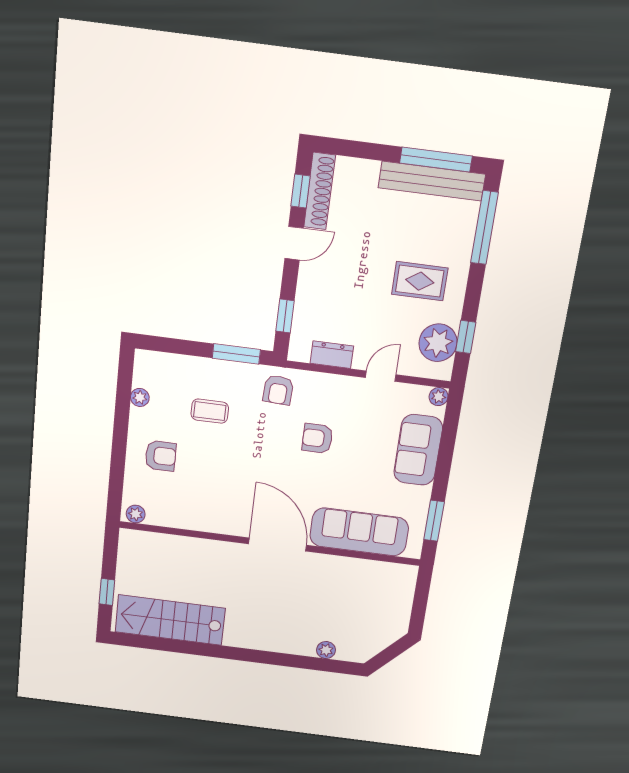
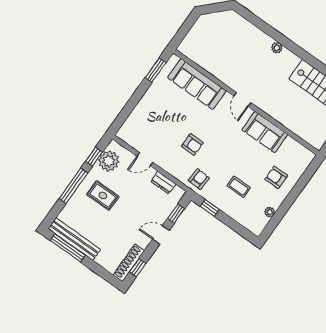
window: (484, 228) -> (73, 186), moved
door: (294, 243) -> (161, 235), moved
window: (236, 354) -> (210, 208), width x0.67
plant: (439, 397) -> (122, 134), removed
sofa: (418, 450) -> (265, 132), moved, turned 90
plant: (136, 514) -> (306, 154), removed
door: (278, 545) -> (242, 99), width x0.53
plant: (326, 650) -> (277, 48), moved

